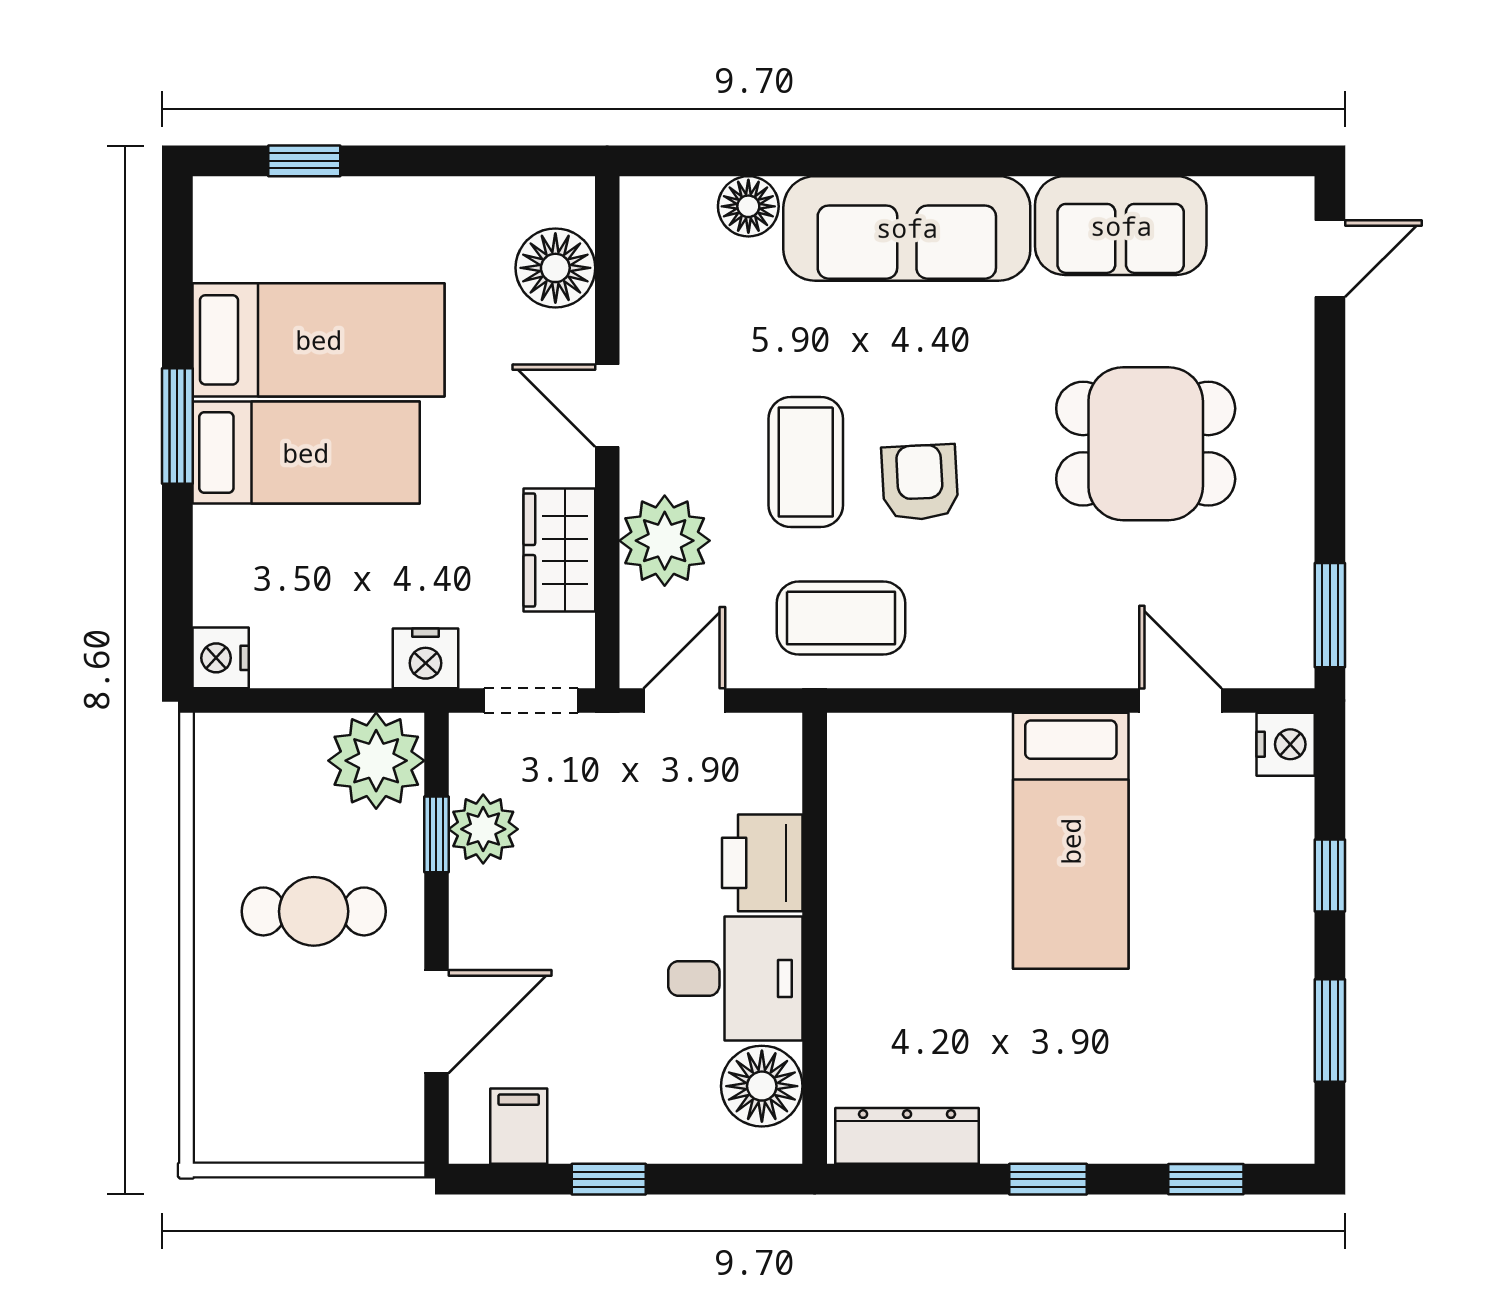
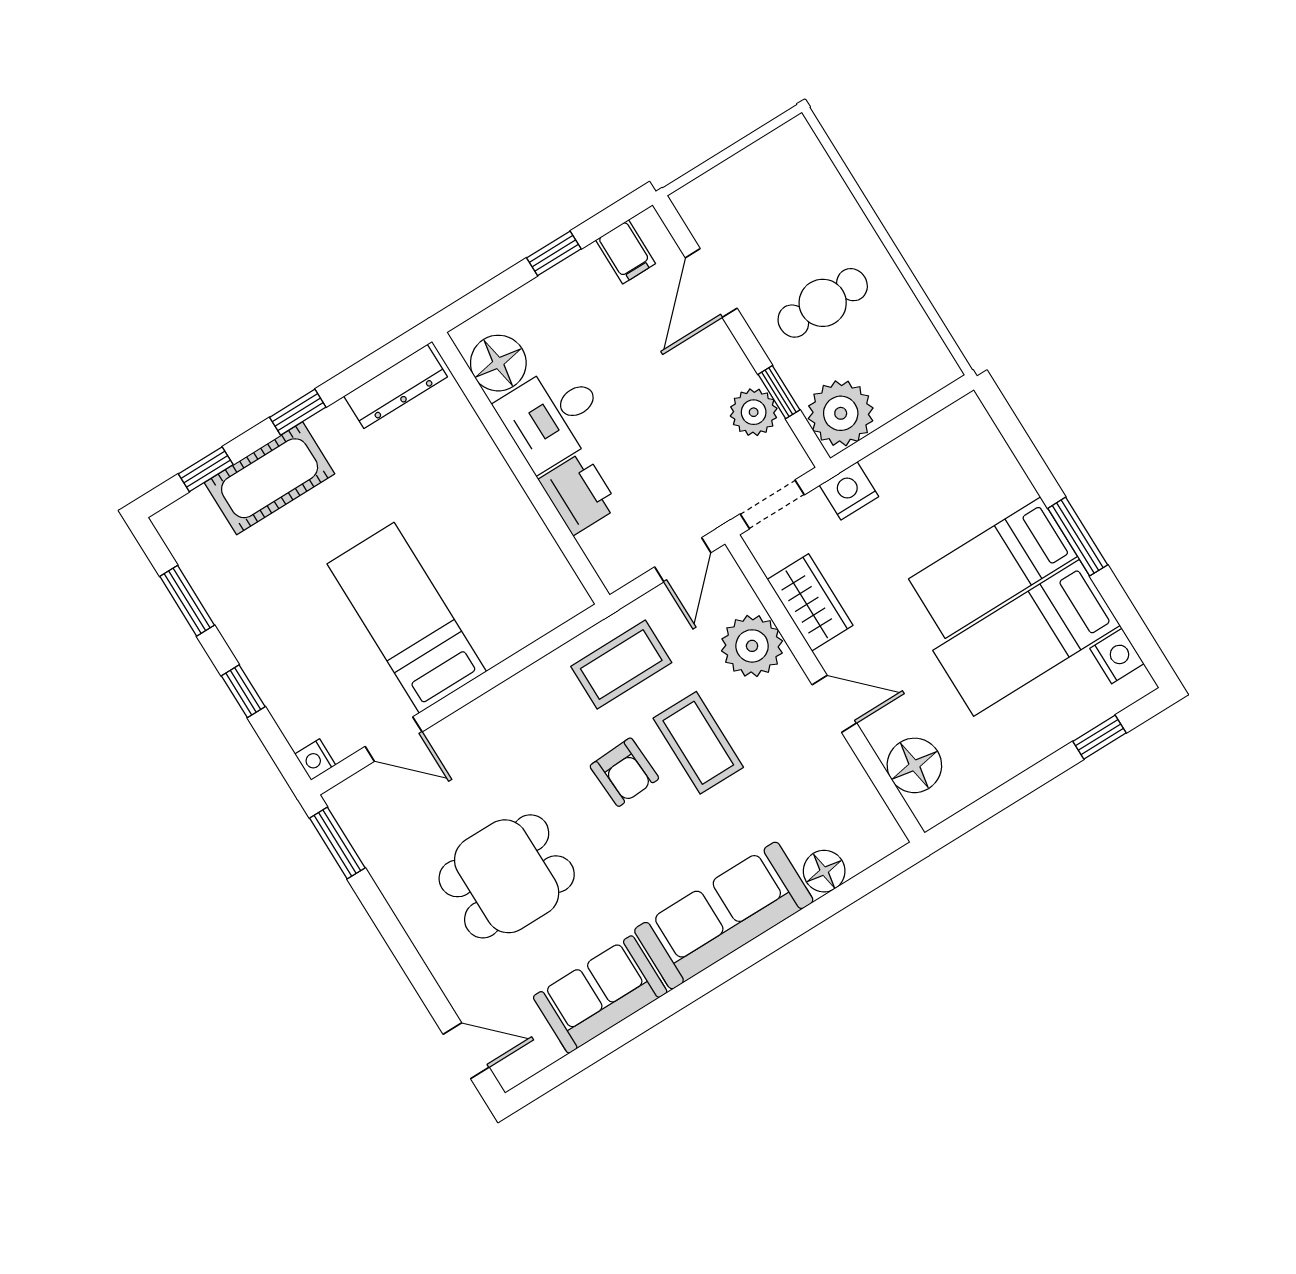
door: (1330, 259) -> (466, 1051), swing flipped
nightstand: (221, 658) -> (1117, 656), moved
nightstand: (1286, 744) -> (315, 760), width x0.72, depth x0.74
cot: (1134, 1119) -> (270, 478), added

